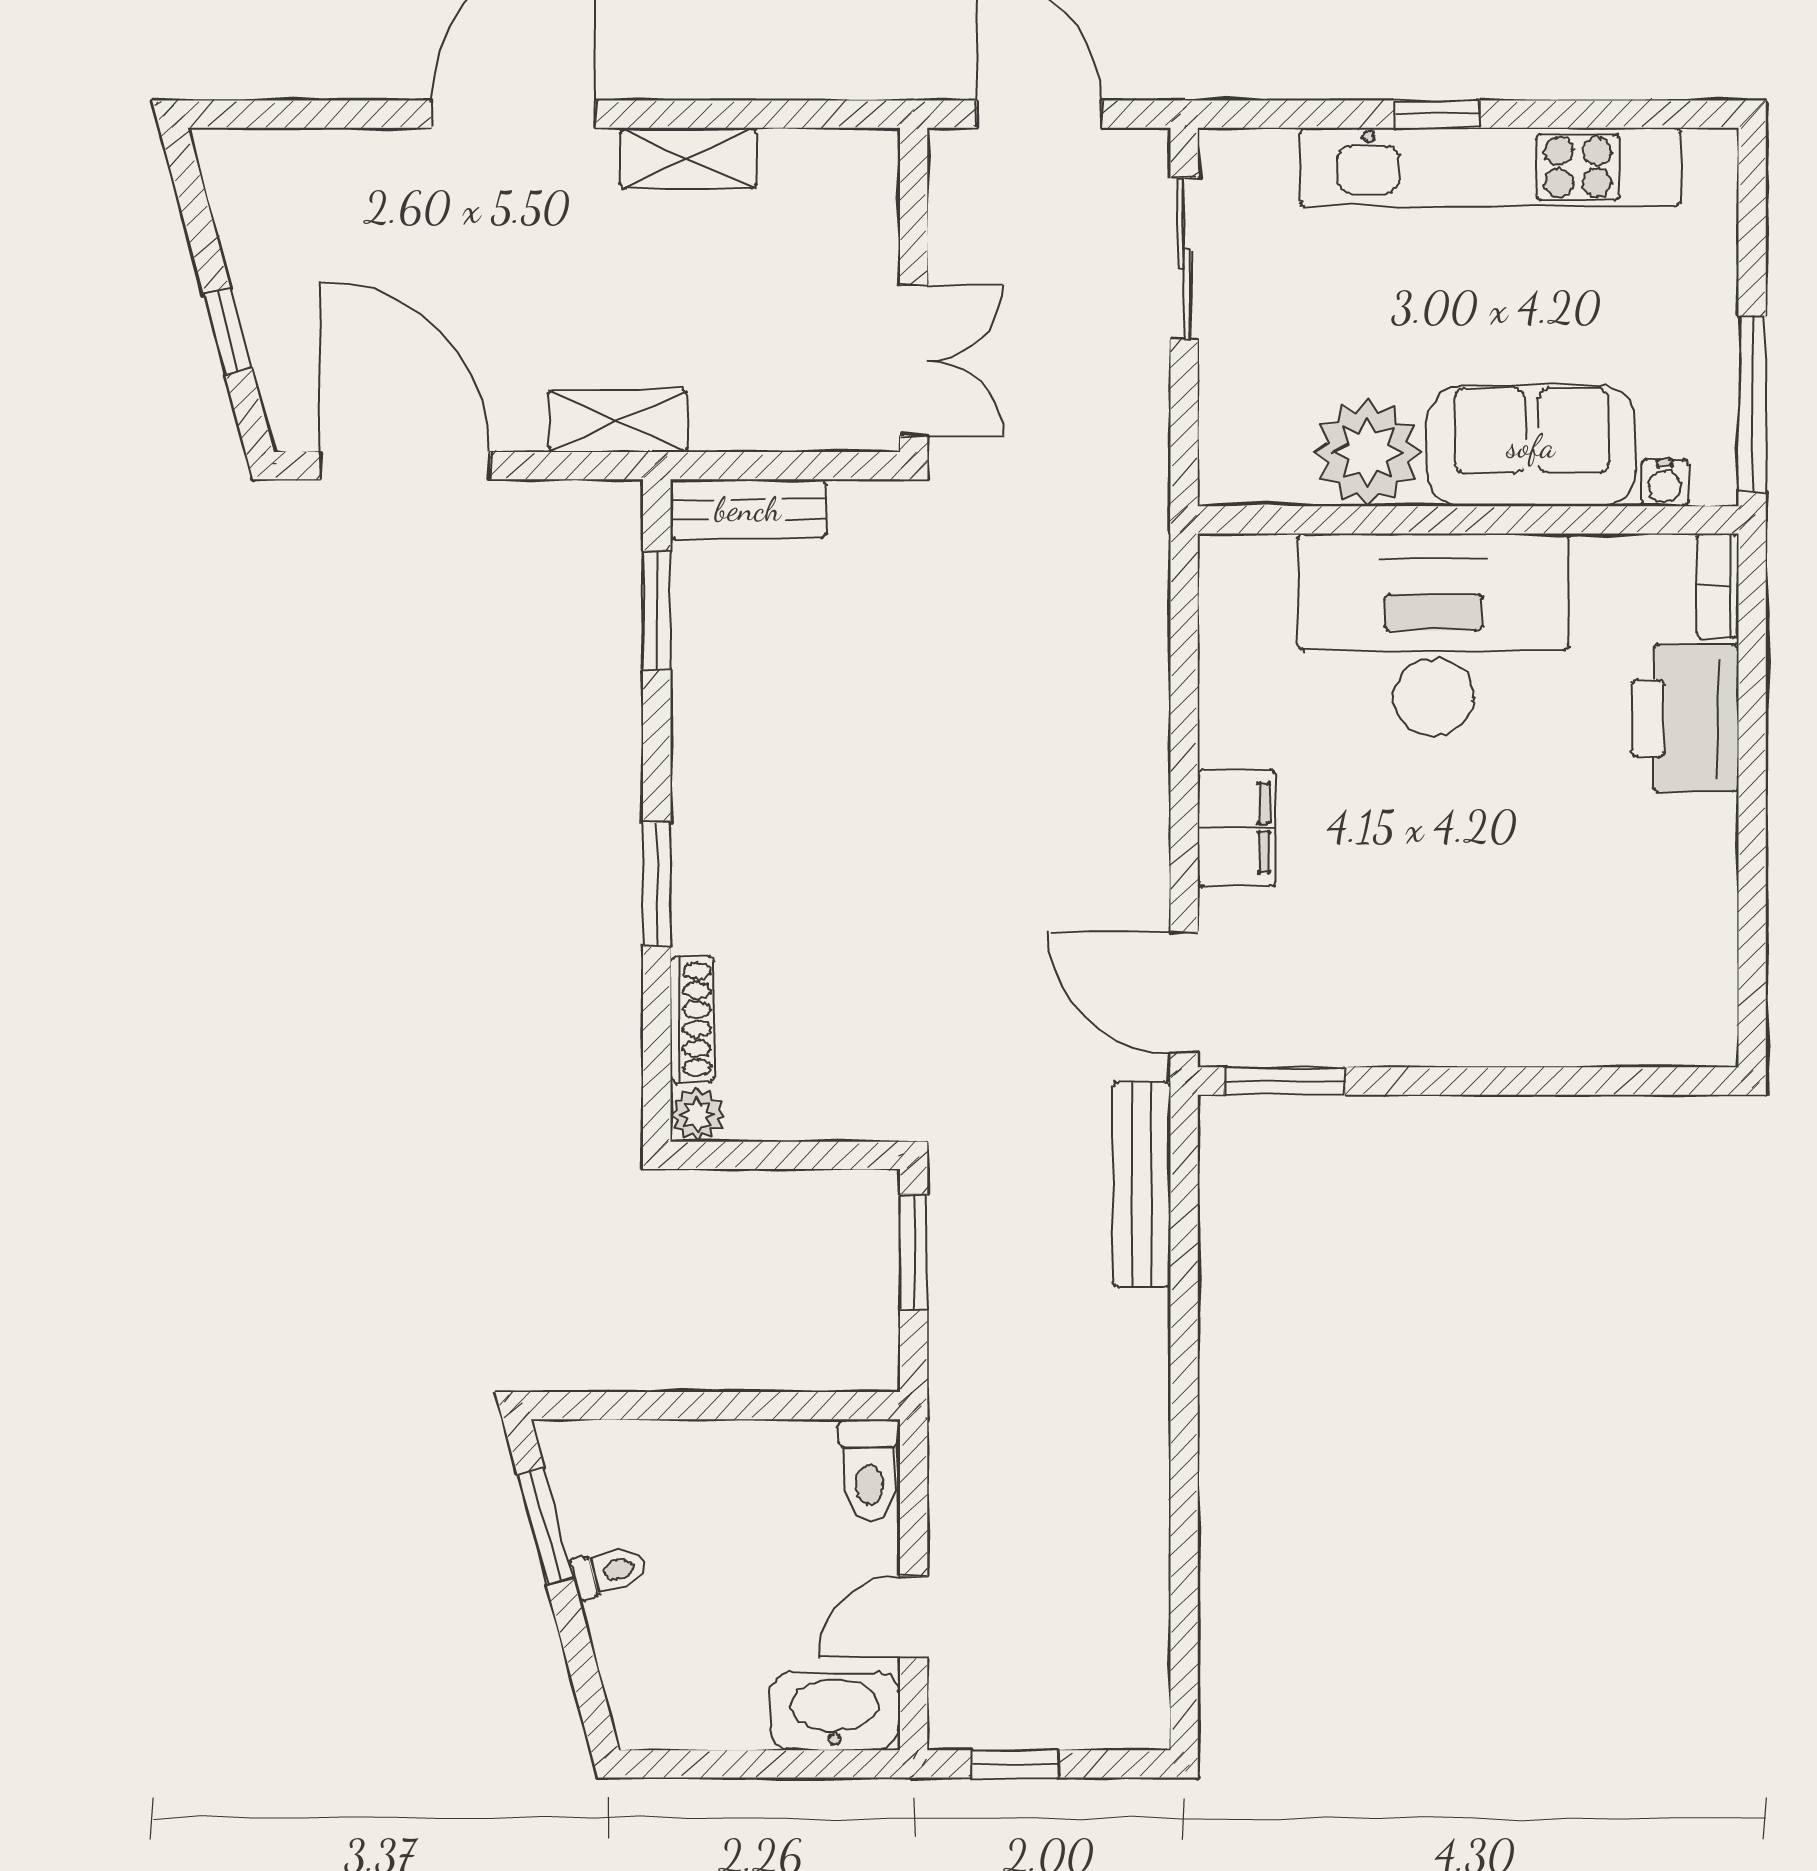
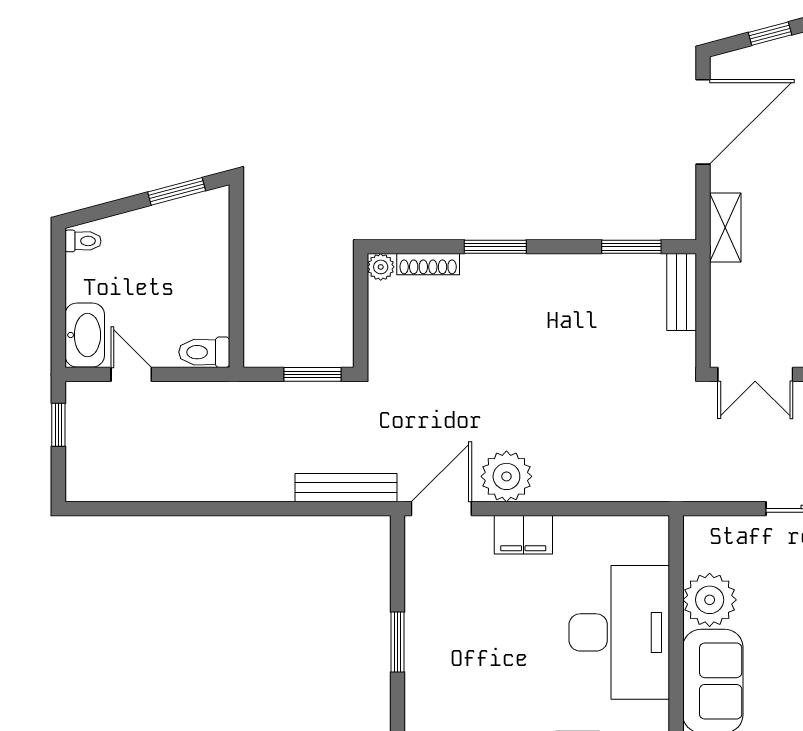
plant: (1119, 861) -> (506, 476), added
window: (1285, 1081) -> (397, 642), moved
toilet: (609, 1572) -> (83, 241), moved, turned -75

